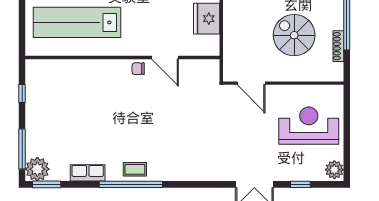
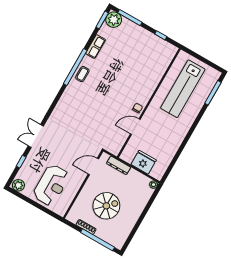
lab bench: (77, 22) -> (183, 89), turned 180
dresser: (230, 50) -> (119, 165), added

